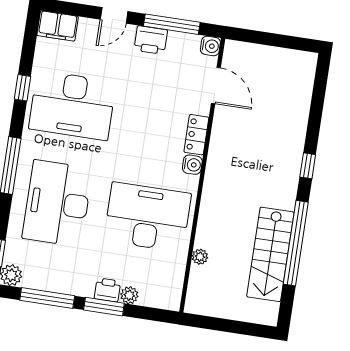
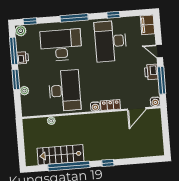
printer: (107, 290) -> (23, 58), moved

